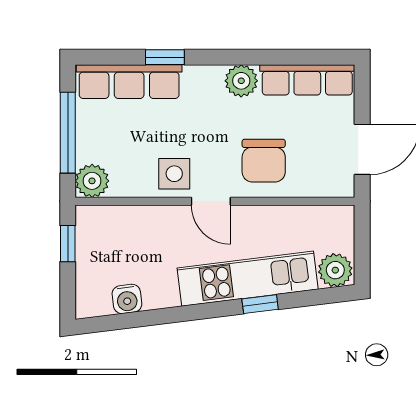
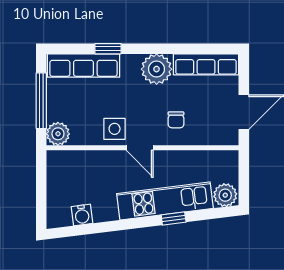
plant: (241, 81) -> (157, 69), width x1.36, depth x1.36
chair: (264, 161) -> (176, 120), width x0.54, depth x0.54
window: (68, 244) -> (41, 177), removed

